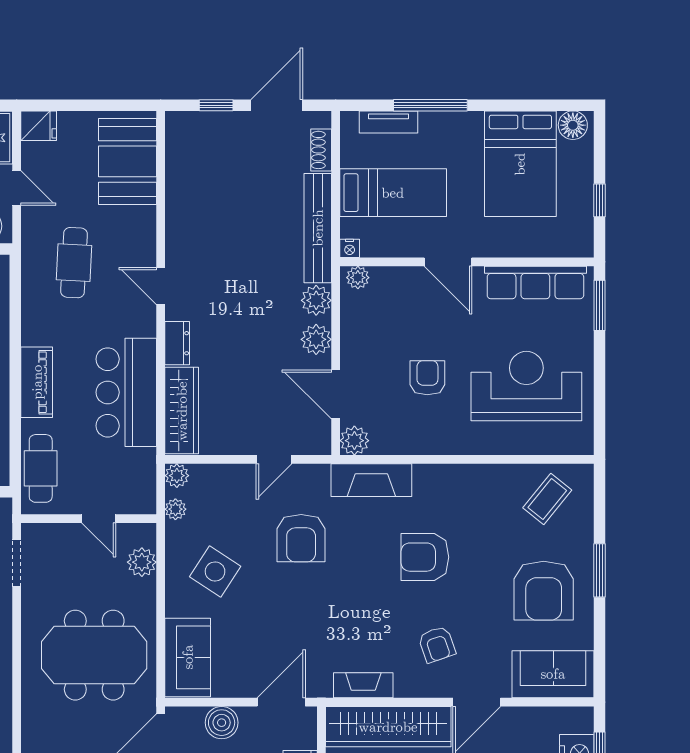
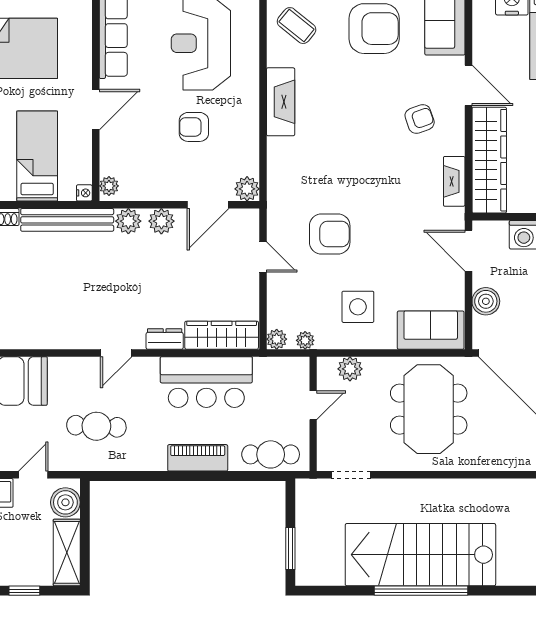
fireplace: (371, 480) -> (281, 102), moved
armchair: (425, 557) -> (346, 129), removed
side table: (215, 571) -> (358, 307), turned -33

